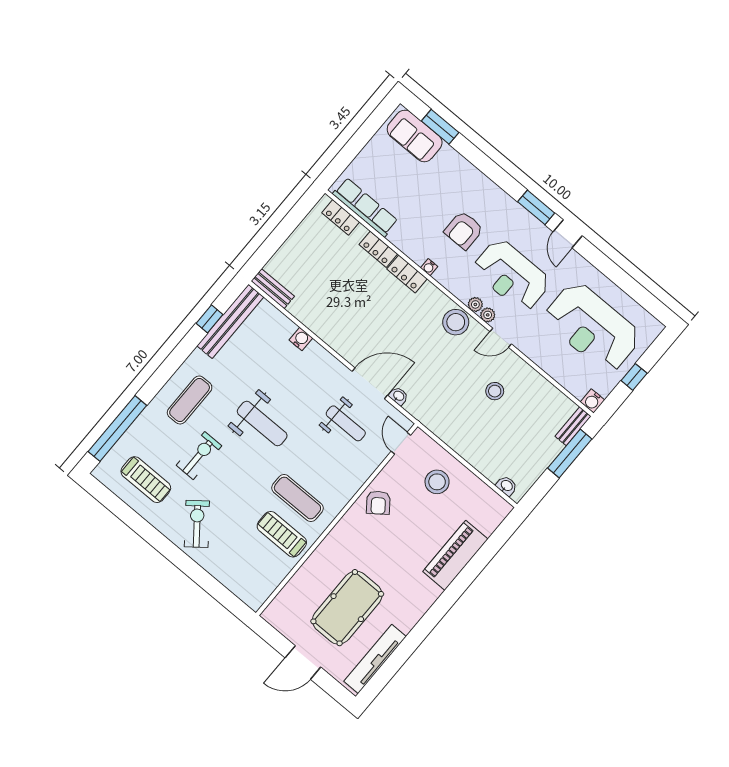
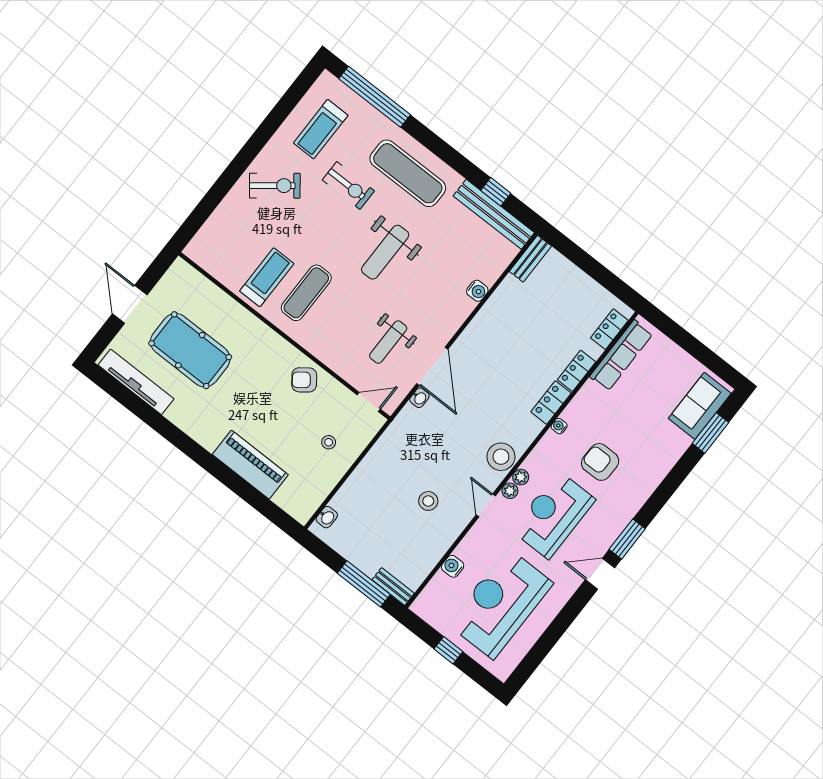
exercise mat: (190, 400) -> (408, 173), width x1.36, depth x1.45
water cooler: (593, 401) -> (453, 566), moved
stool: (437, 482) -> (329, 442), width x0.53, depth x0.53

